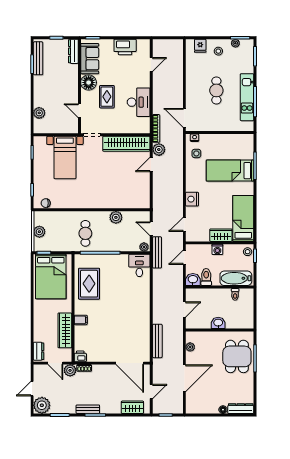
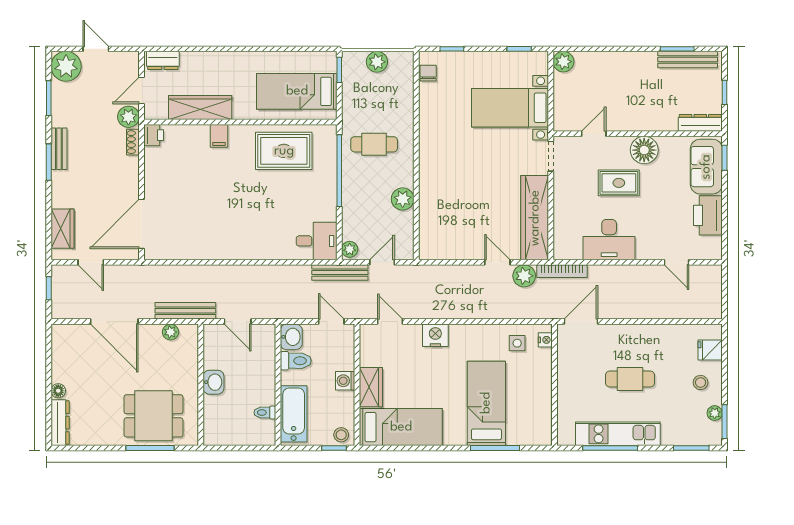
sofa: (90, 59) -> (706, 167), moved, turned 90
plant: (39, 113) -> (563, 62), moved
bed: (51, 276) -> (297, 91), width x0.67
bench: (157, 341) -> (185, 311), moved

